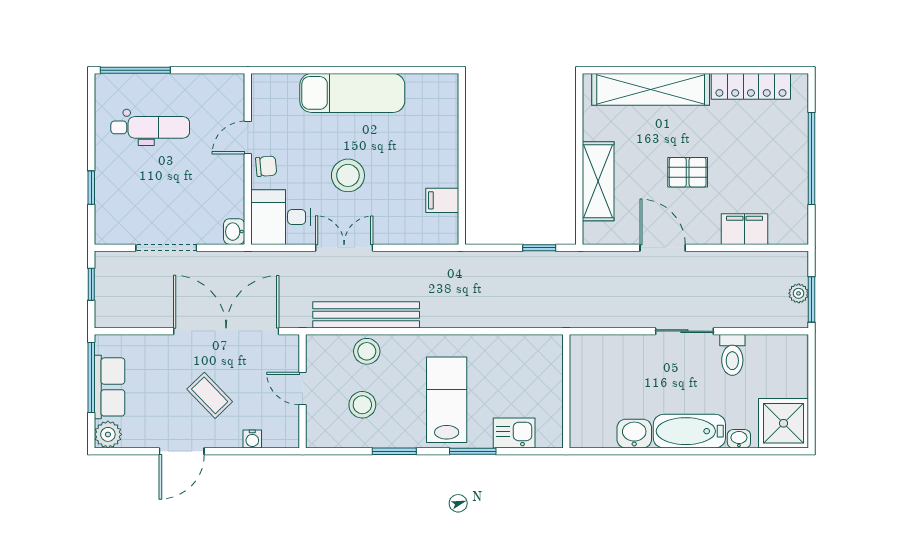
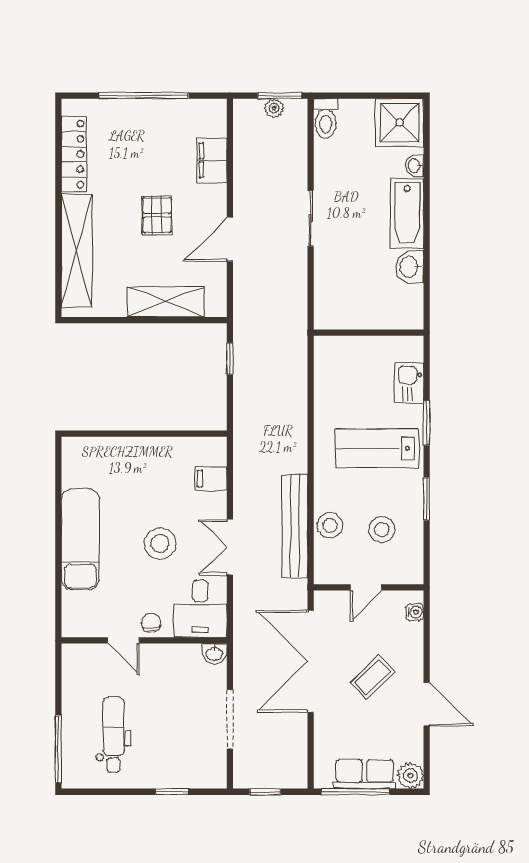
filing cabinet: (442, 200) -> (211, 479), moved, turned 90
toilet: (732, 355) -> (326, 118), moved, turned 90
water cooler: (252, 439) -> (415, 612), moved

